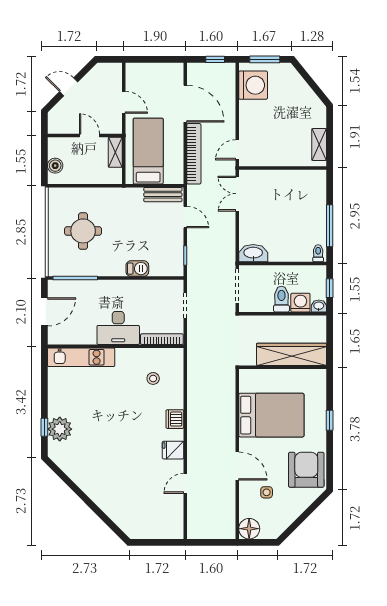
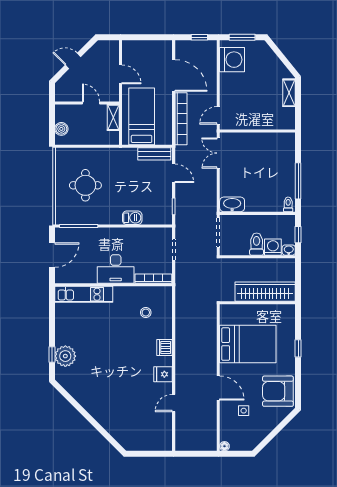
shelving: (319, 144) -> (289, 93), moved
armchair: (306, 470) -> (278, 391), turned -90
floor lamp: (249, 529) -> (224, 446), width x0.53, depth x0.53

